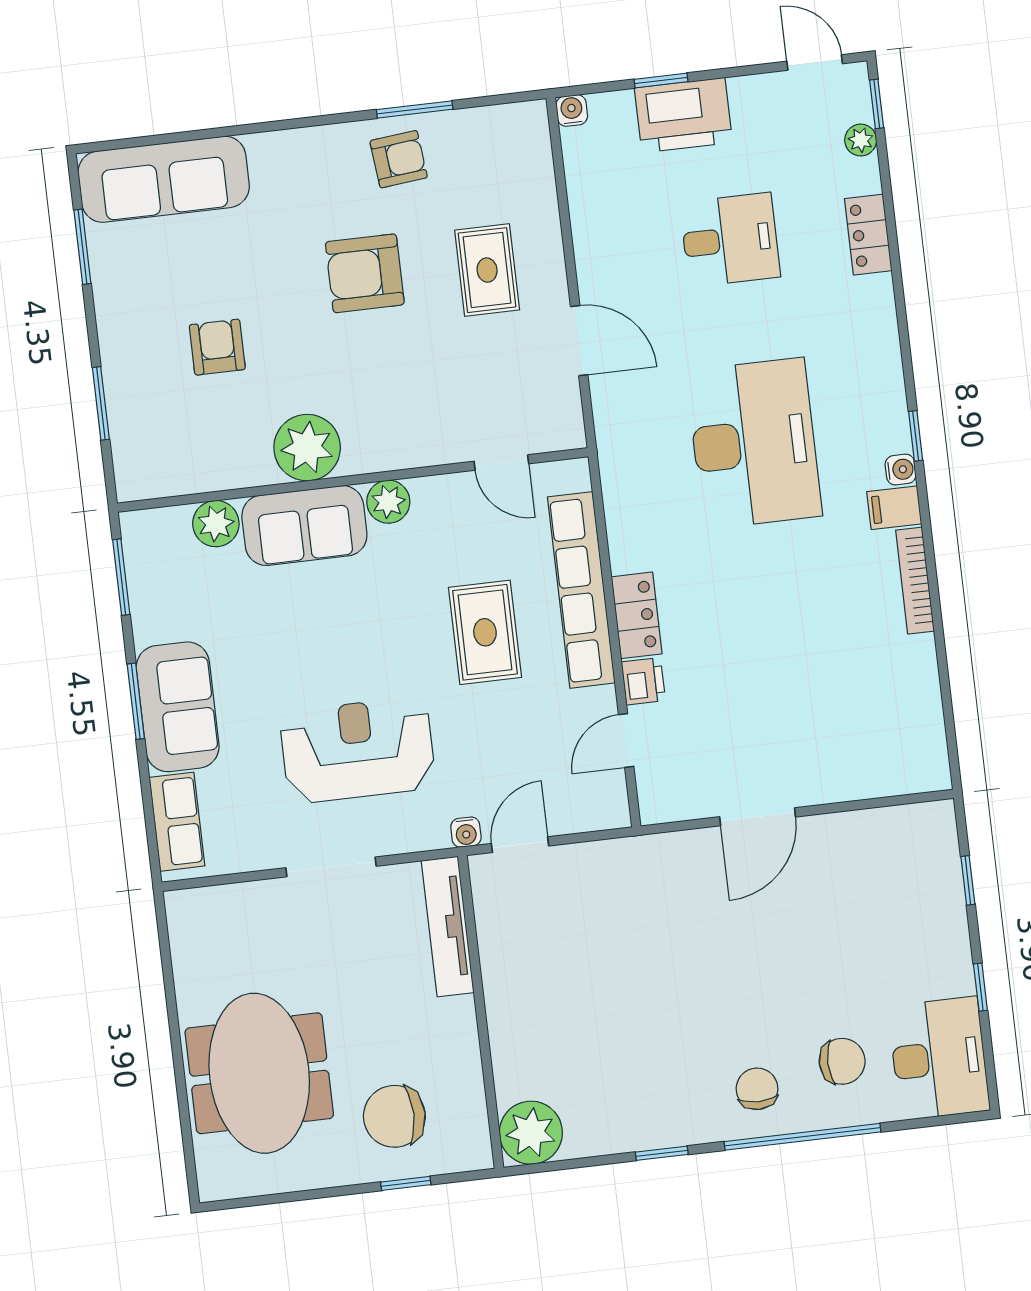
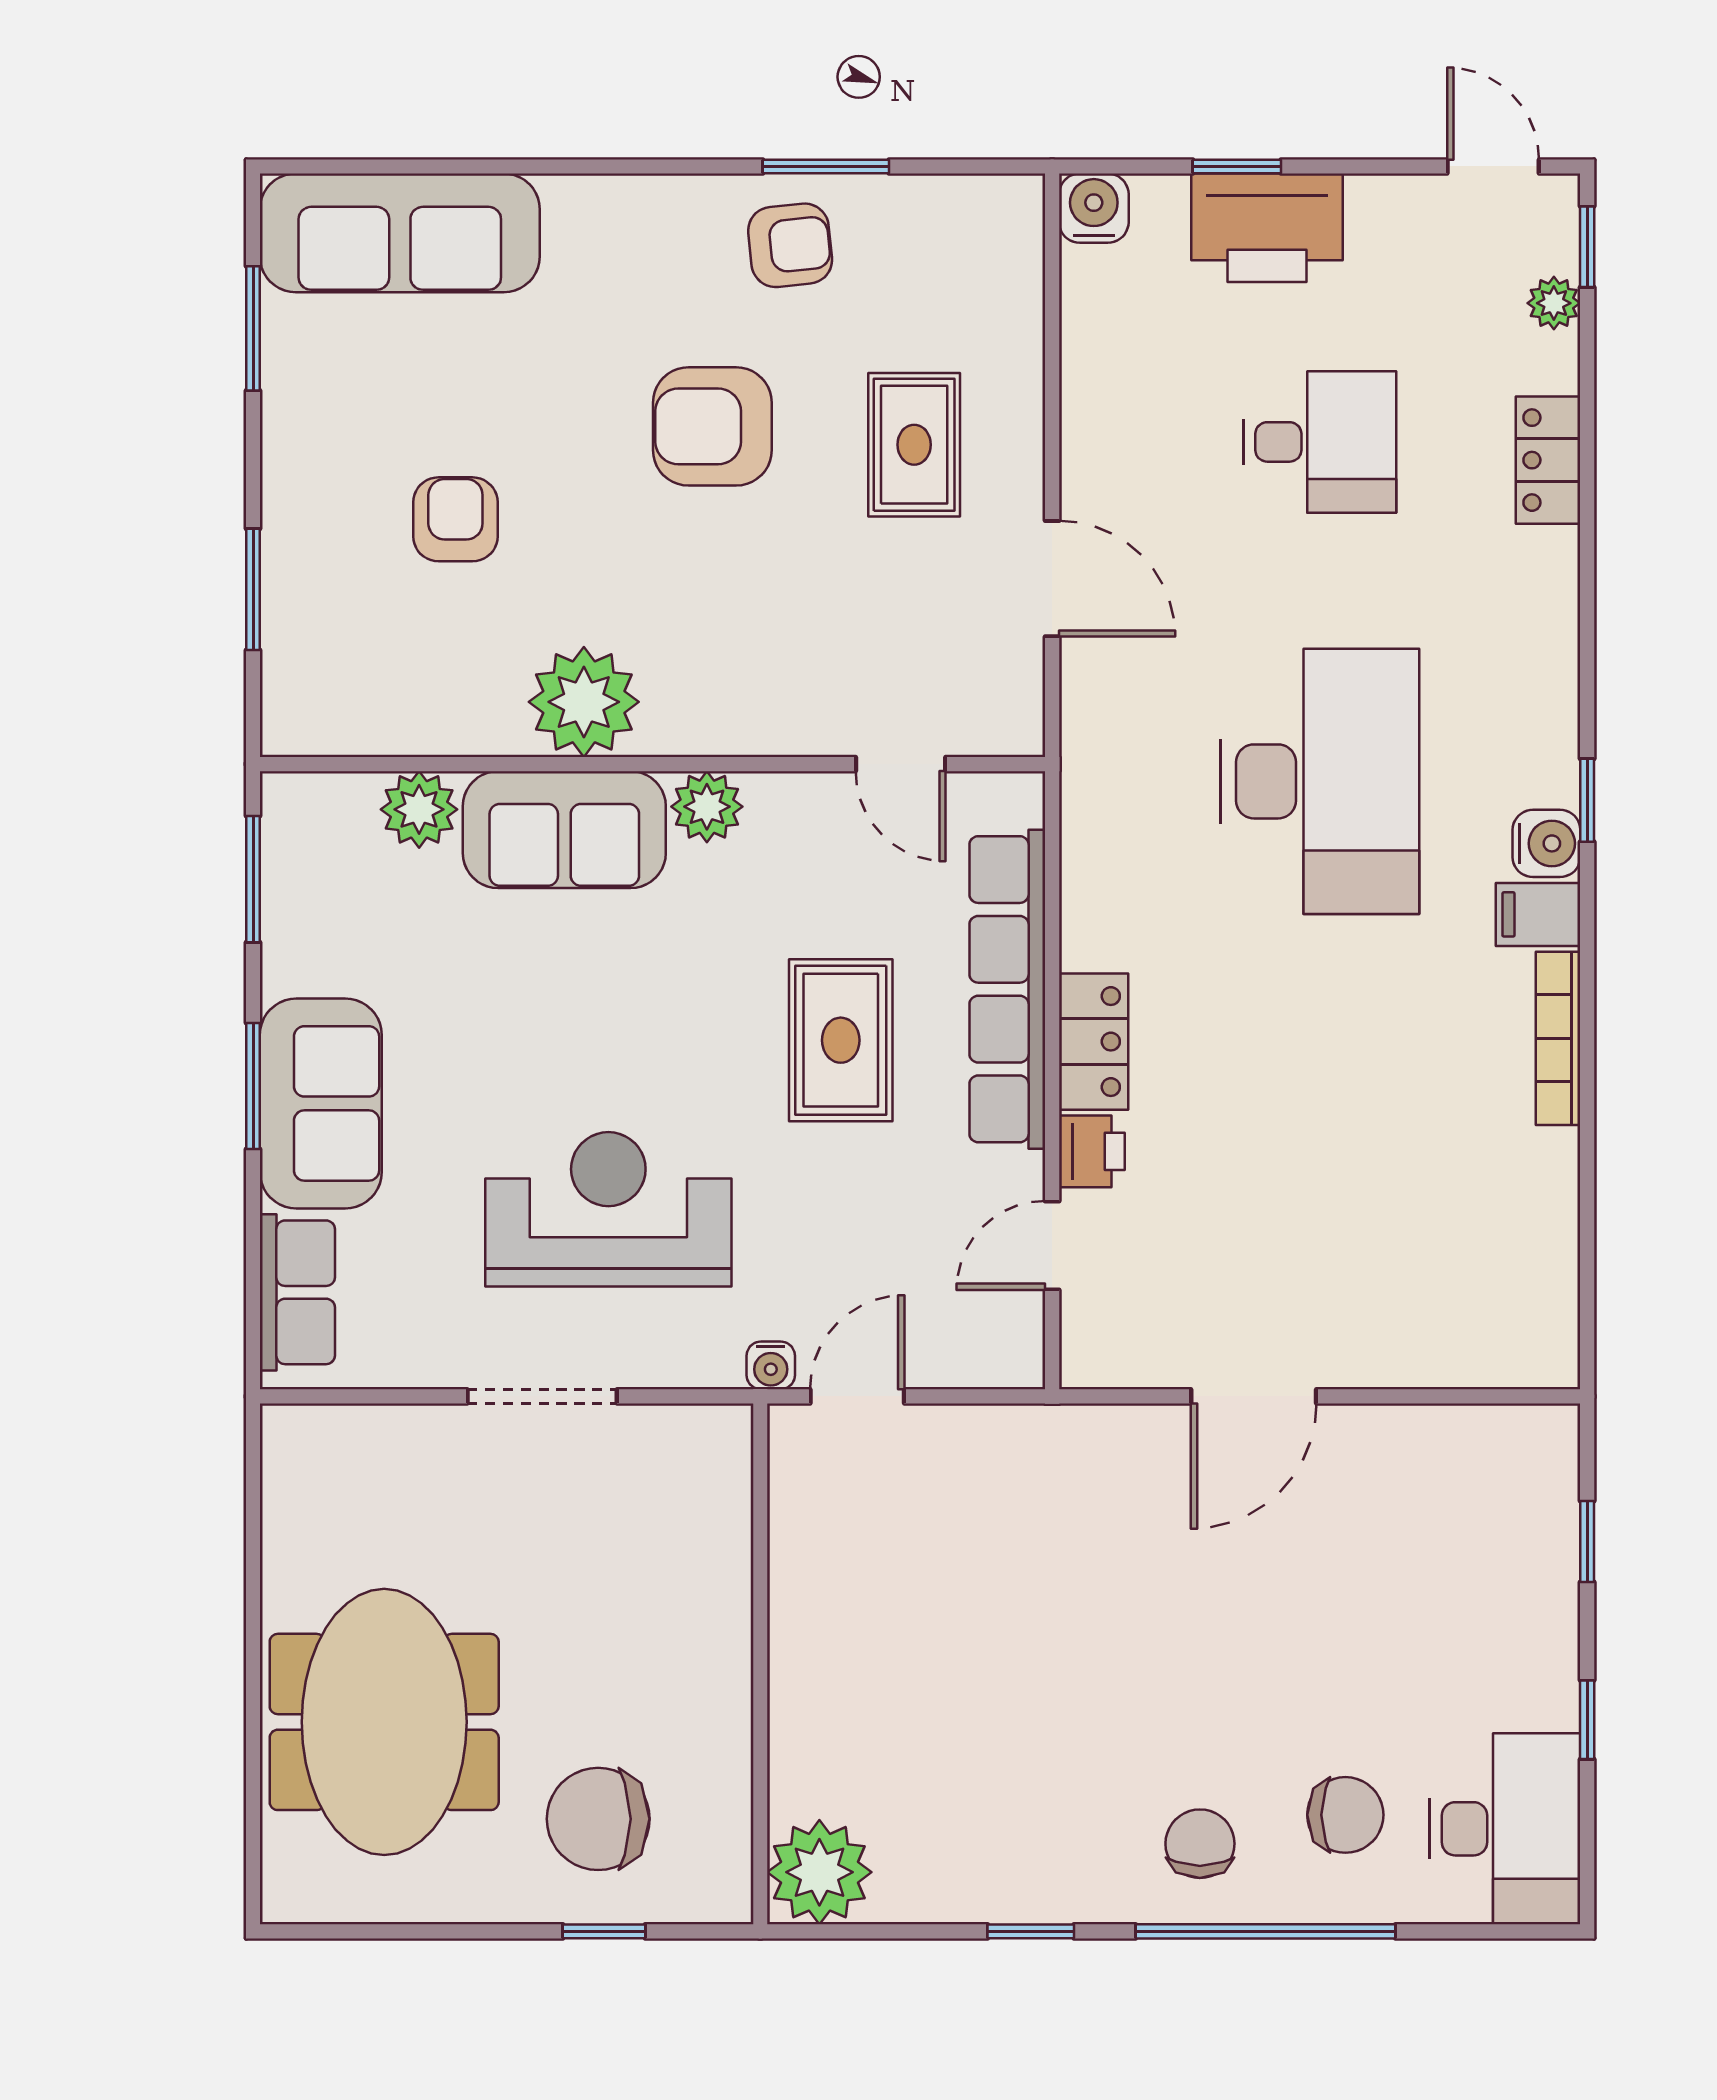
water cooler: (572, 110) -> (1094, 208), width x1.38, depth x1.38
water cooler: (901, 470) -> (1546, 843), width x1.38, depth x1.38
tv unit: (448, 927) -> (723, 1517), removed

